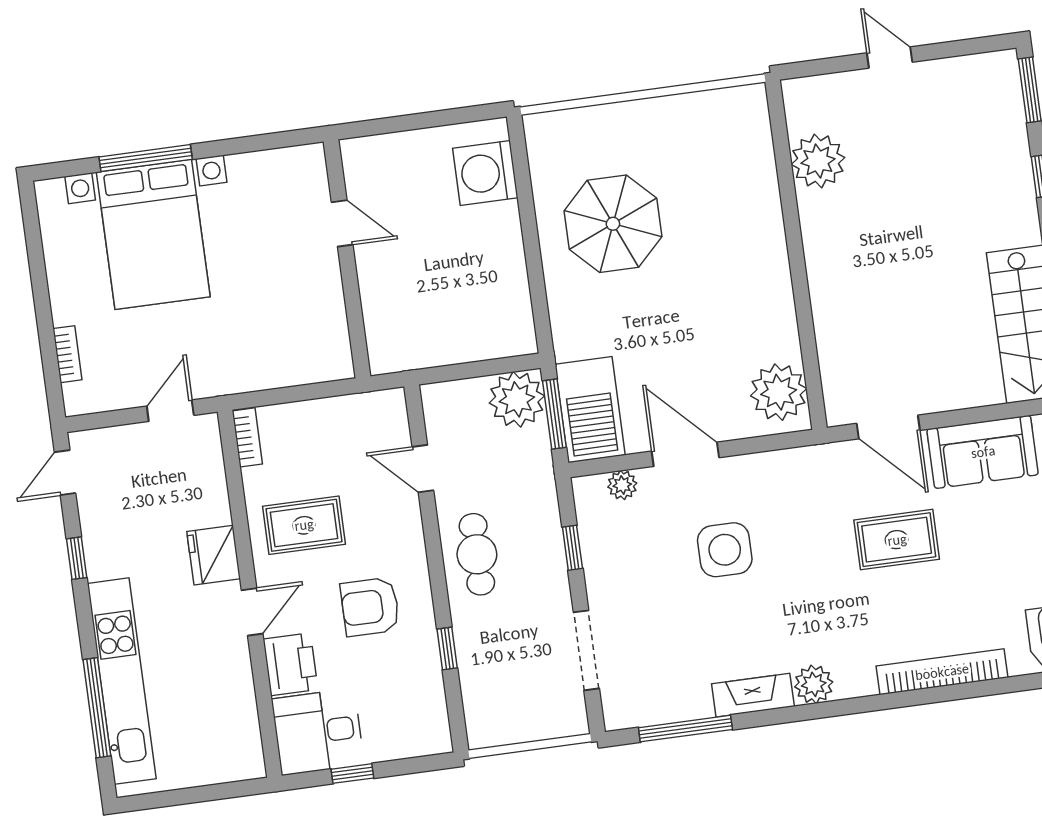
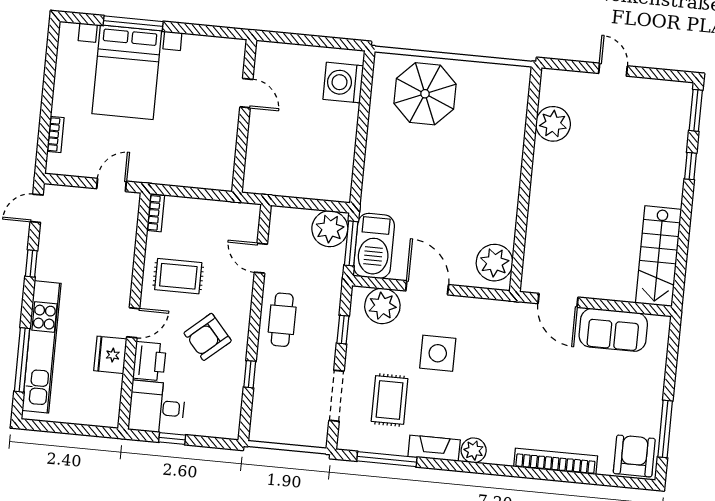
parasol: (613, 224) -> (425, 94), moved
plant: (622, 485) -> (382, 306), width x1.87, depth x1.87
rug: (897, 540) -> (390, 400), moved, turned 90
fridge: (214, 555) -> (110, 355), moved
armchair: (370, 607) -> (208, 337), turned -41

